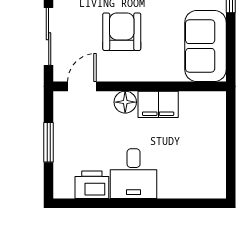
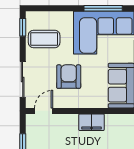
floor lamp: (125, 102) -> (71, 121), removed

